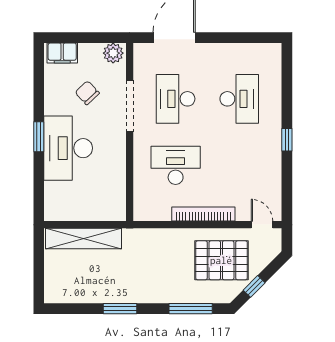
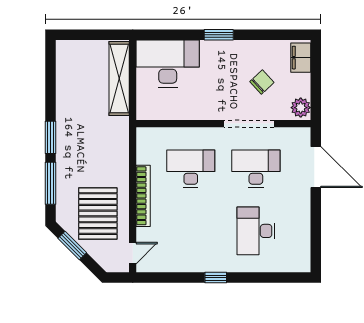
desk: (239, 99) -> (256, 231), turned 90
desk: (68, 148) -> (168, 63), moved
desk: (176, 165) -> (191, 169), turned -90
window: (254, 286) -> (72, 246), width x1.50
window: (120, 309) -> (51, 137), moved

